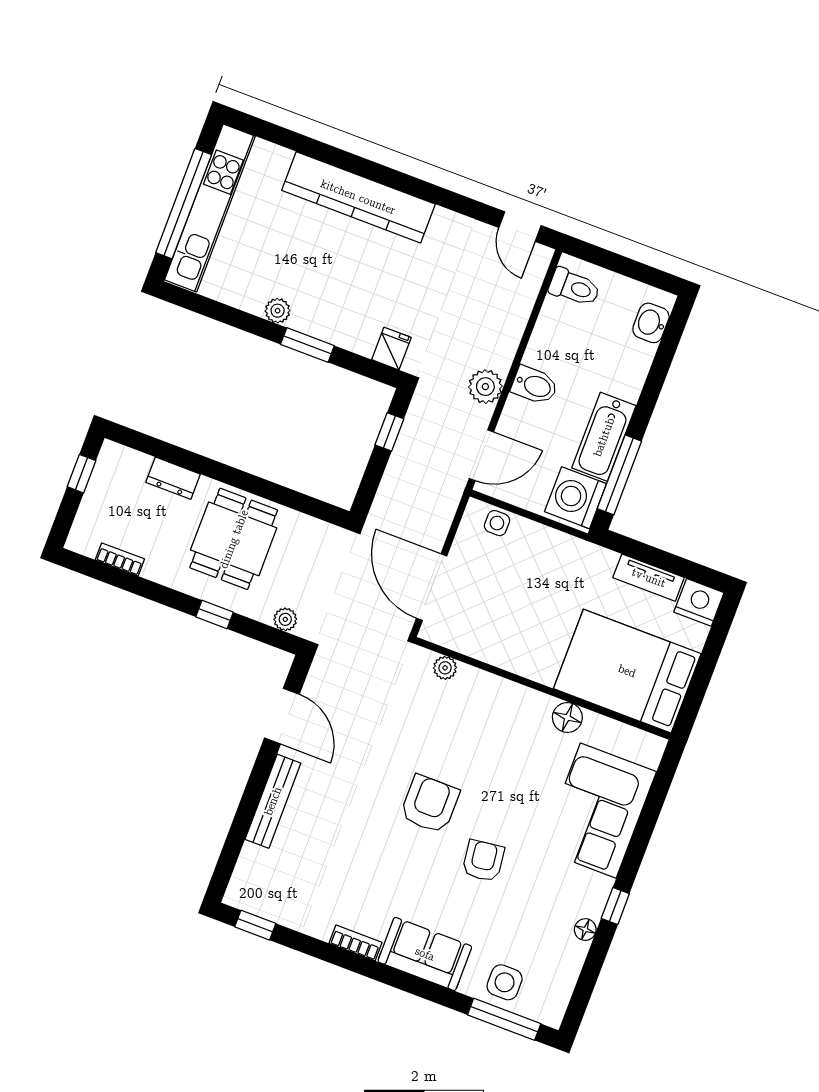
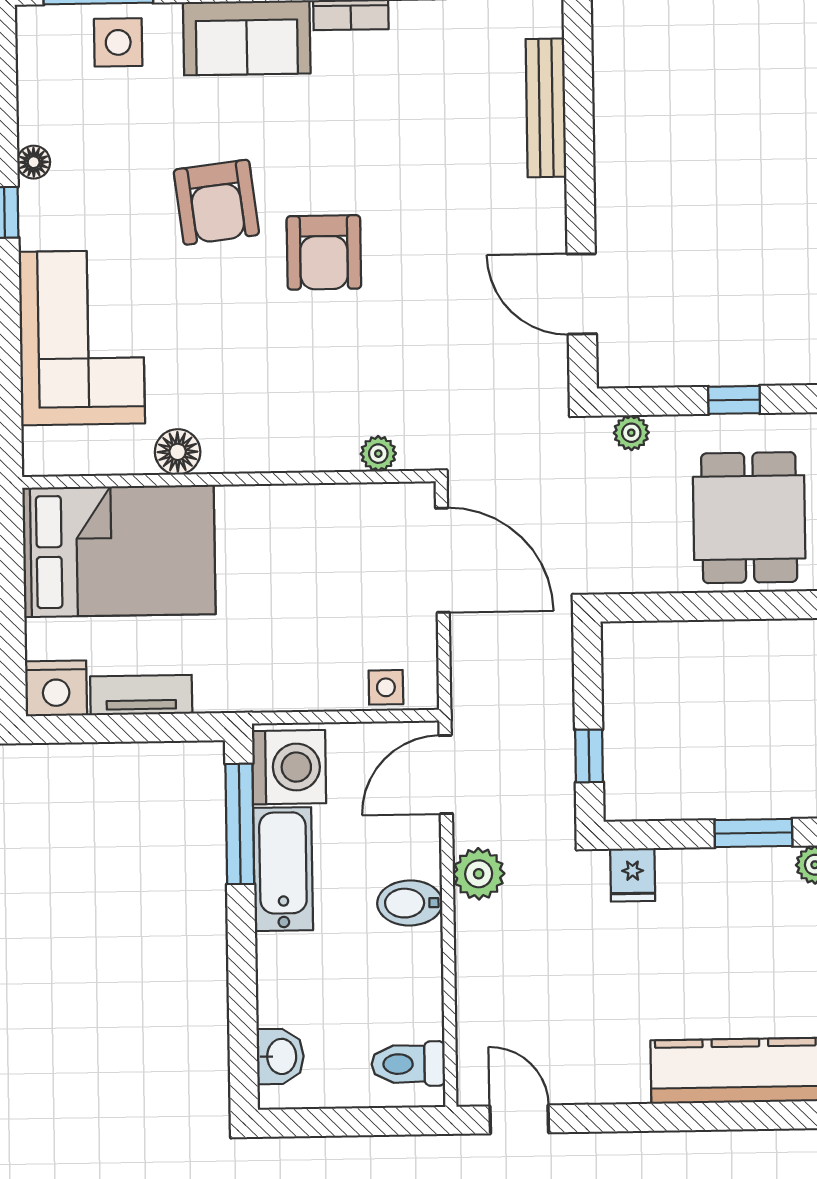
bench: (273, 801) -> (546, 108), moved
armchair: (483, 861) -> (216, 202), width x1.38, depth x1.38

